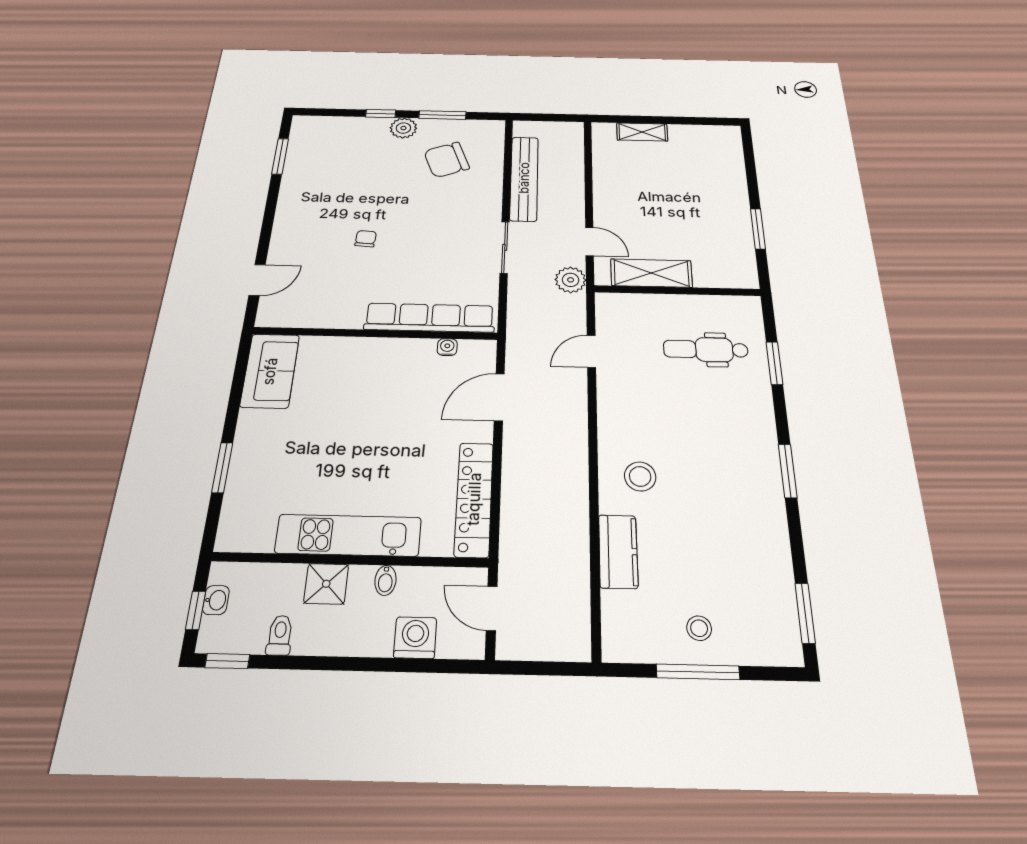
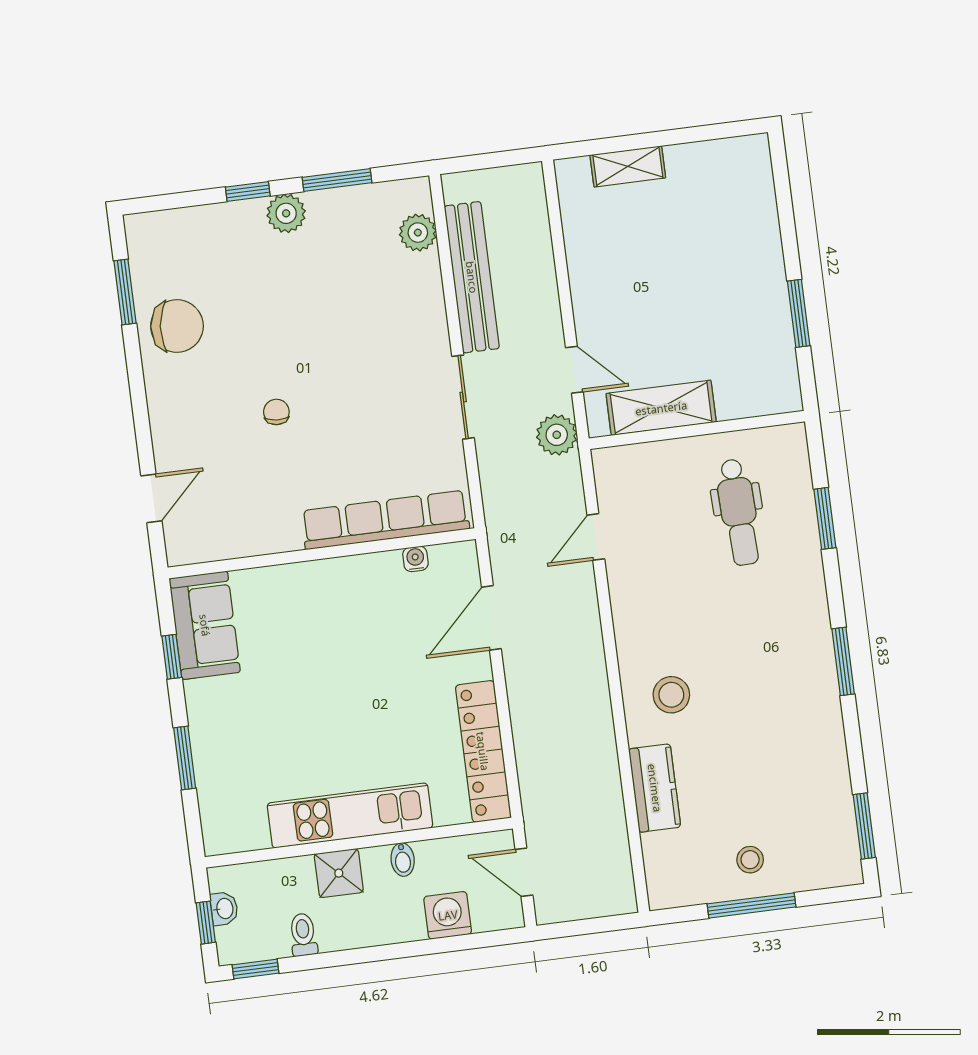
plant: (491, 149) -> (418, 233), added
chair: (447, 160) -> (177, 326), moved, turned -153
dental chair: (706, 350) -> (739, 512), turned -92
window: (237, 390) -> (172, 657), added

